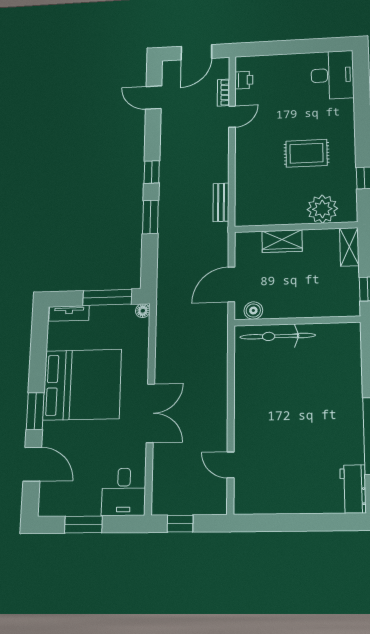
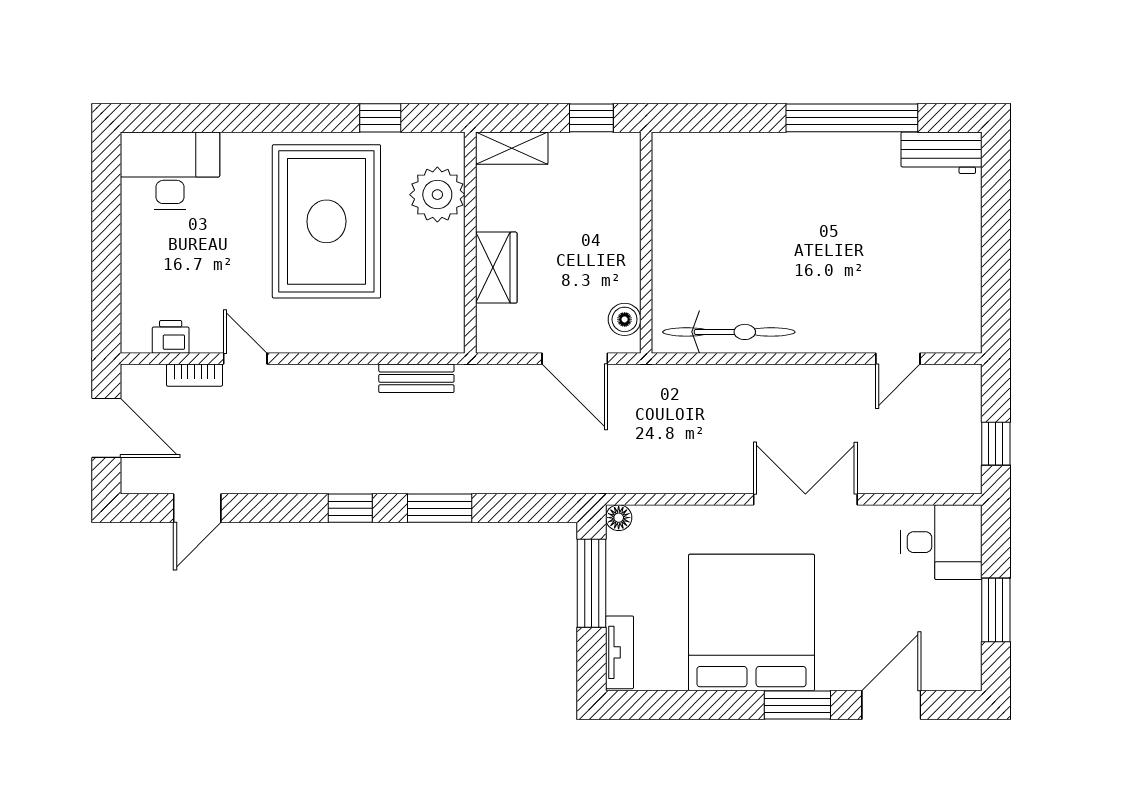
rug: (307, 153) -> (326, 221), width x1.86, depth x2.06
bicycle: (278, 336) -> (729, 332), moved, turned -90

